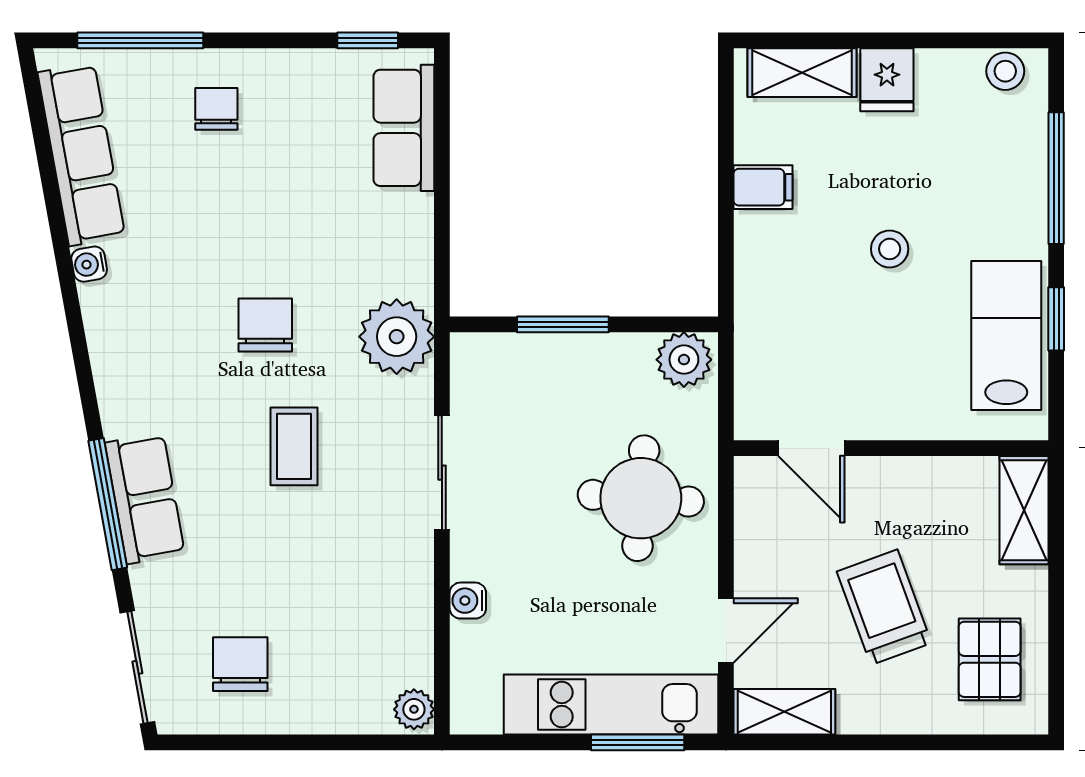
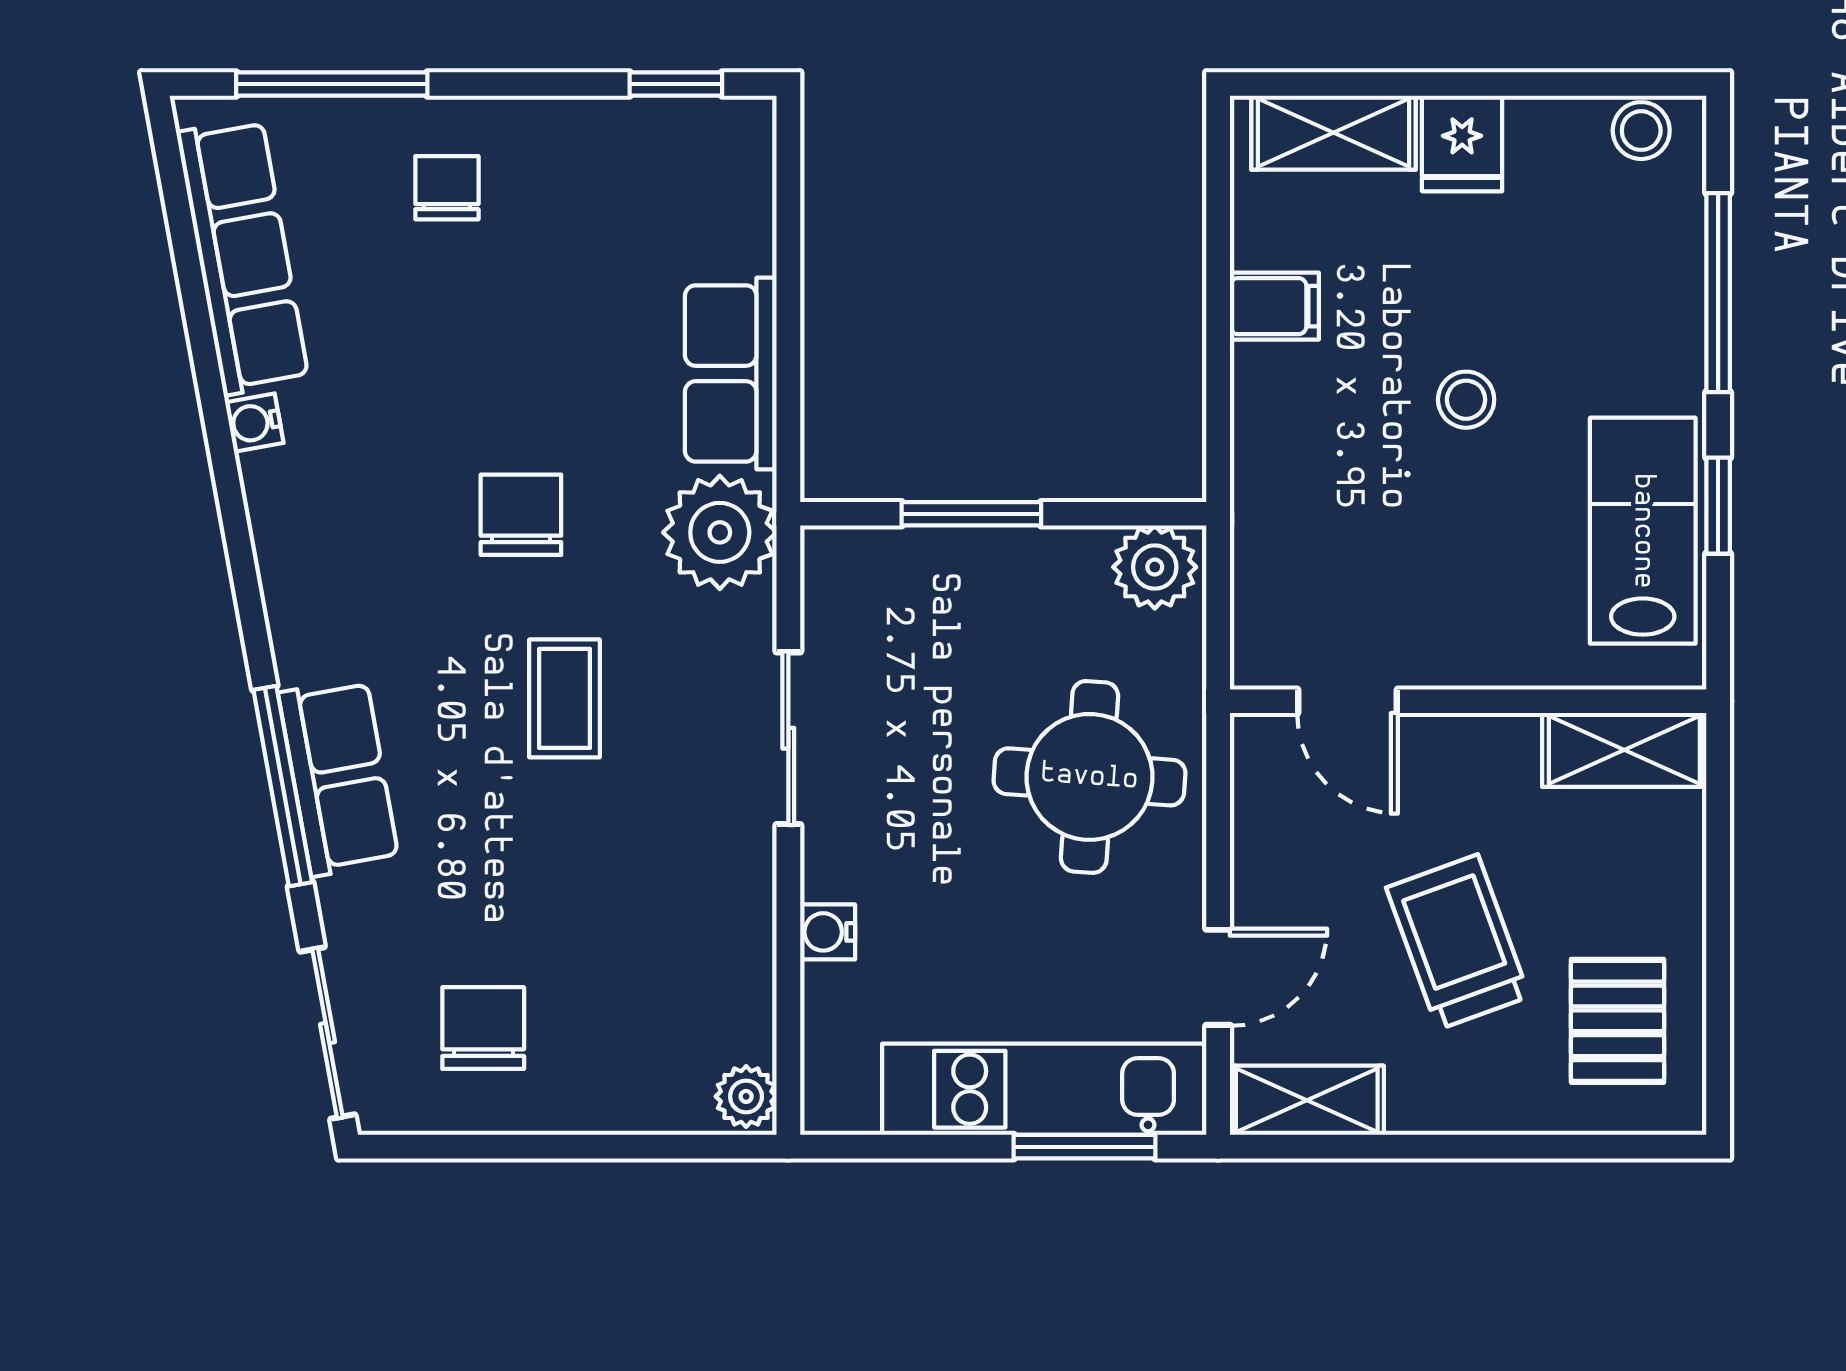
row of seats: (404, 128) -> (731, 373), moved
shelving: (1024, 510) -> (1624, 750), moved, turned 90

